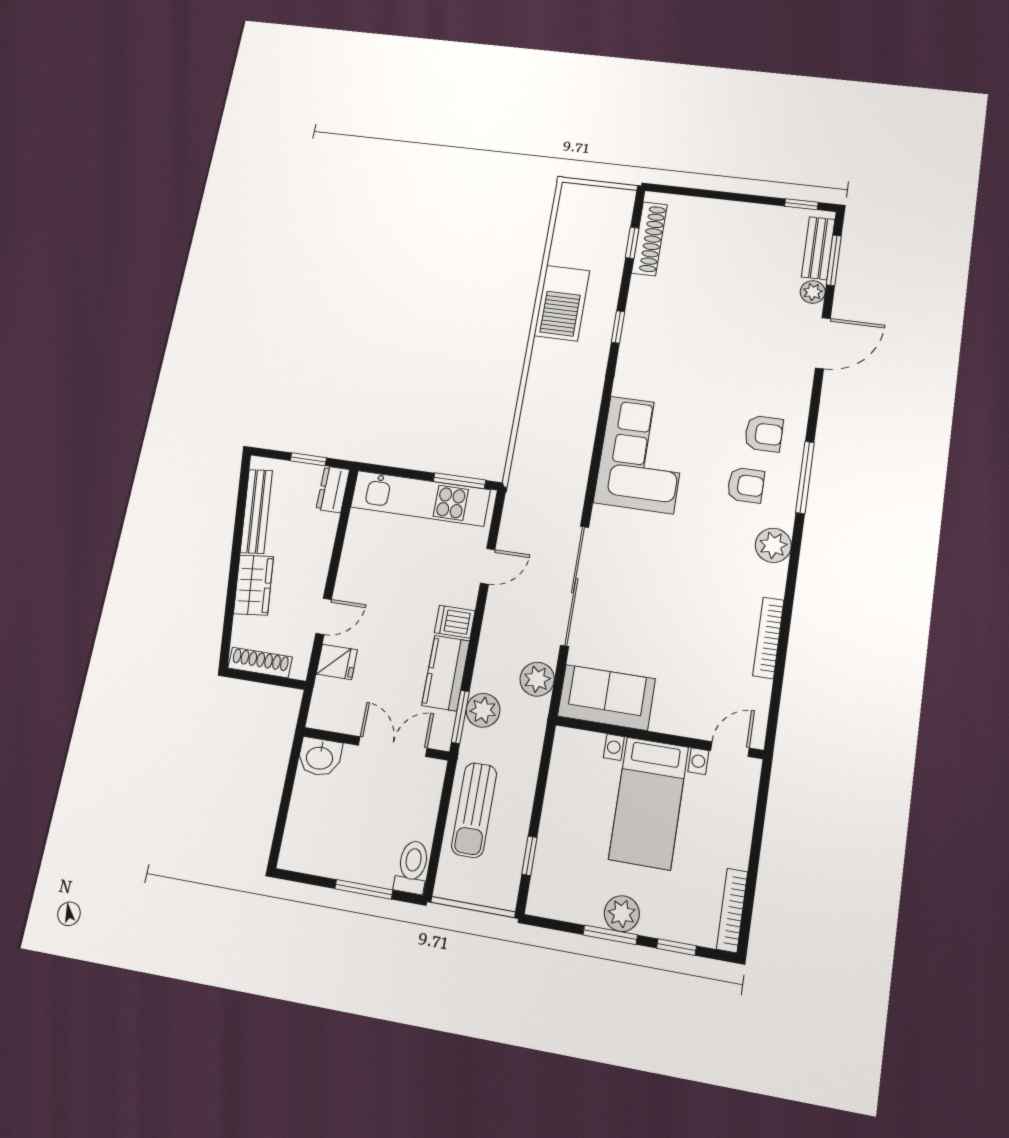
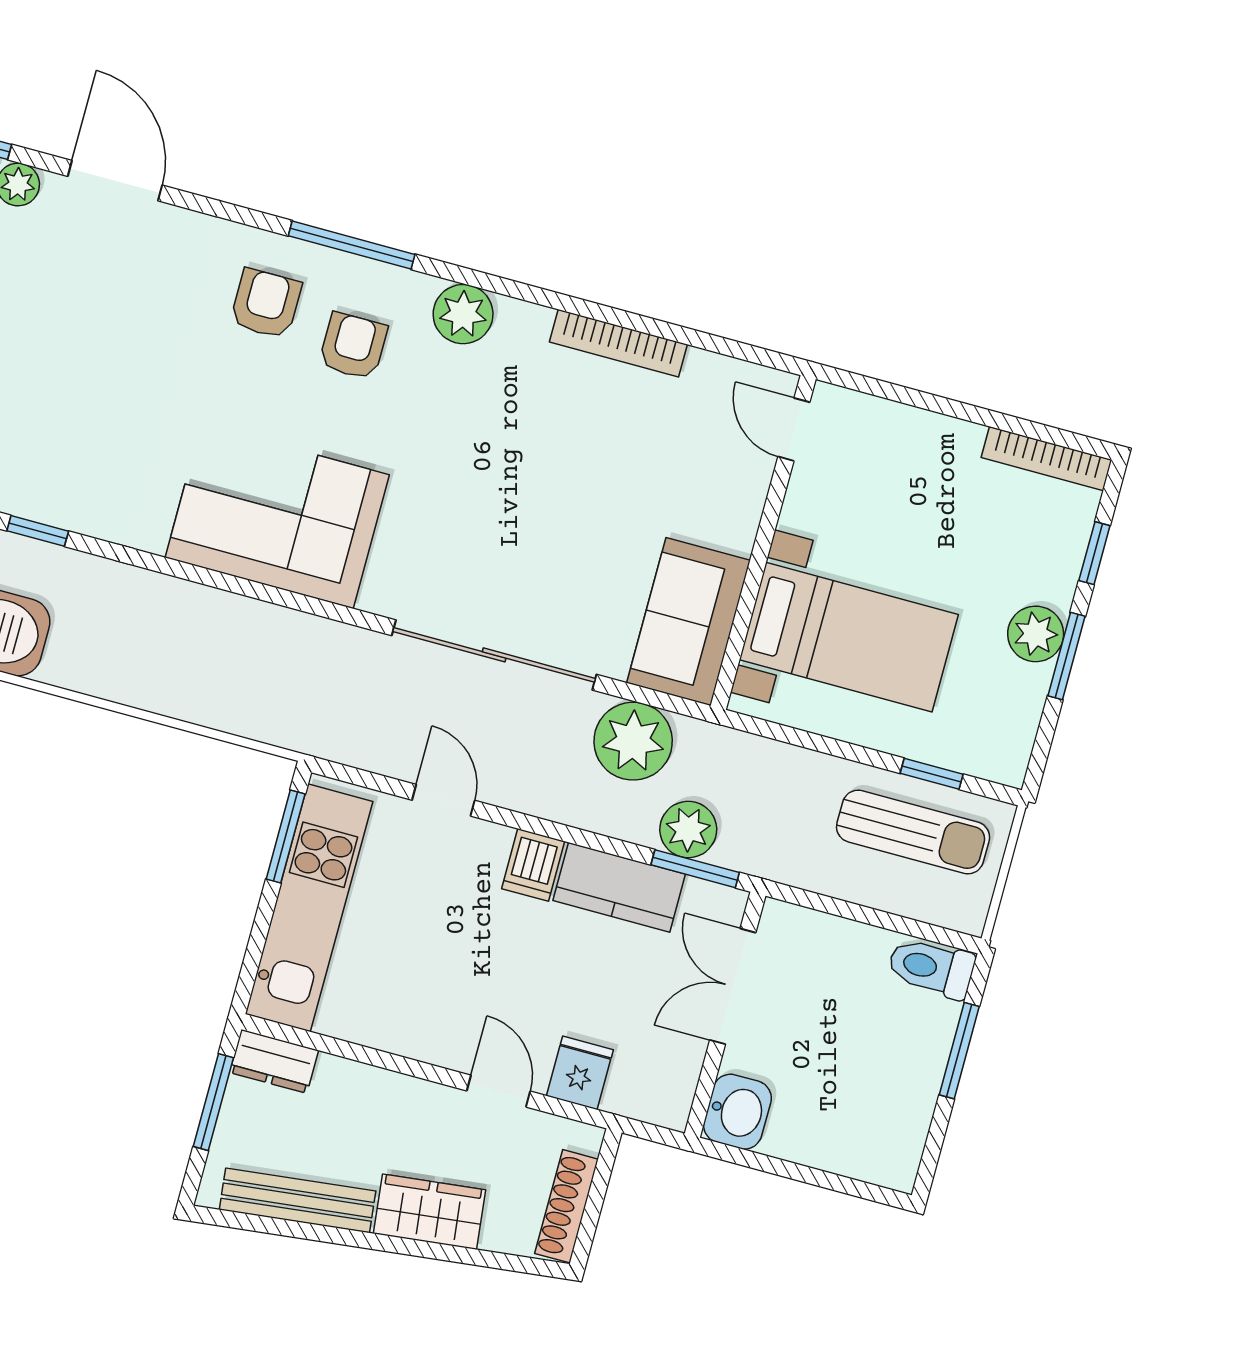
window: (308, 459) -> (213, 1102), width x1.50
plant: (537, 679) -> (633, 741), width x1.36, depth x1.36
bed with nightstands: (649, 803) -> (849, 637), moved
sun lounger: (474, 810) -> (913, 832), moved

